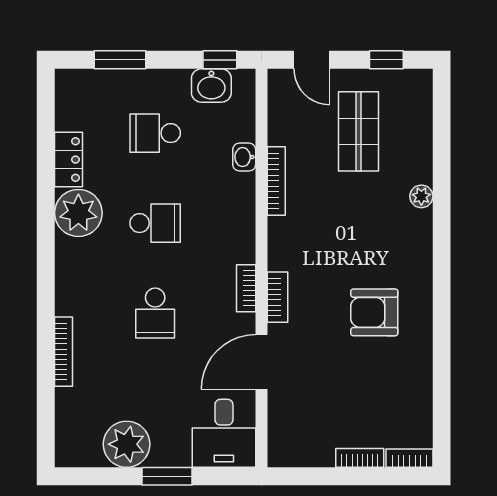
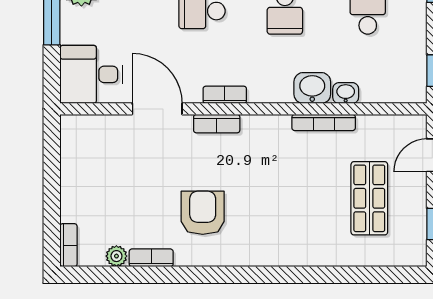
washbasin: (211, 86) -> (312, 88), moved, turned 90
shop shelf: (359, 131) -> (369, 198), turned 90
plant: (421, 196) -> (116, 256), moved
bookcase: (360, 458) -> (151, 258), moved, turned -90

